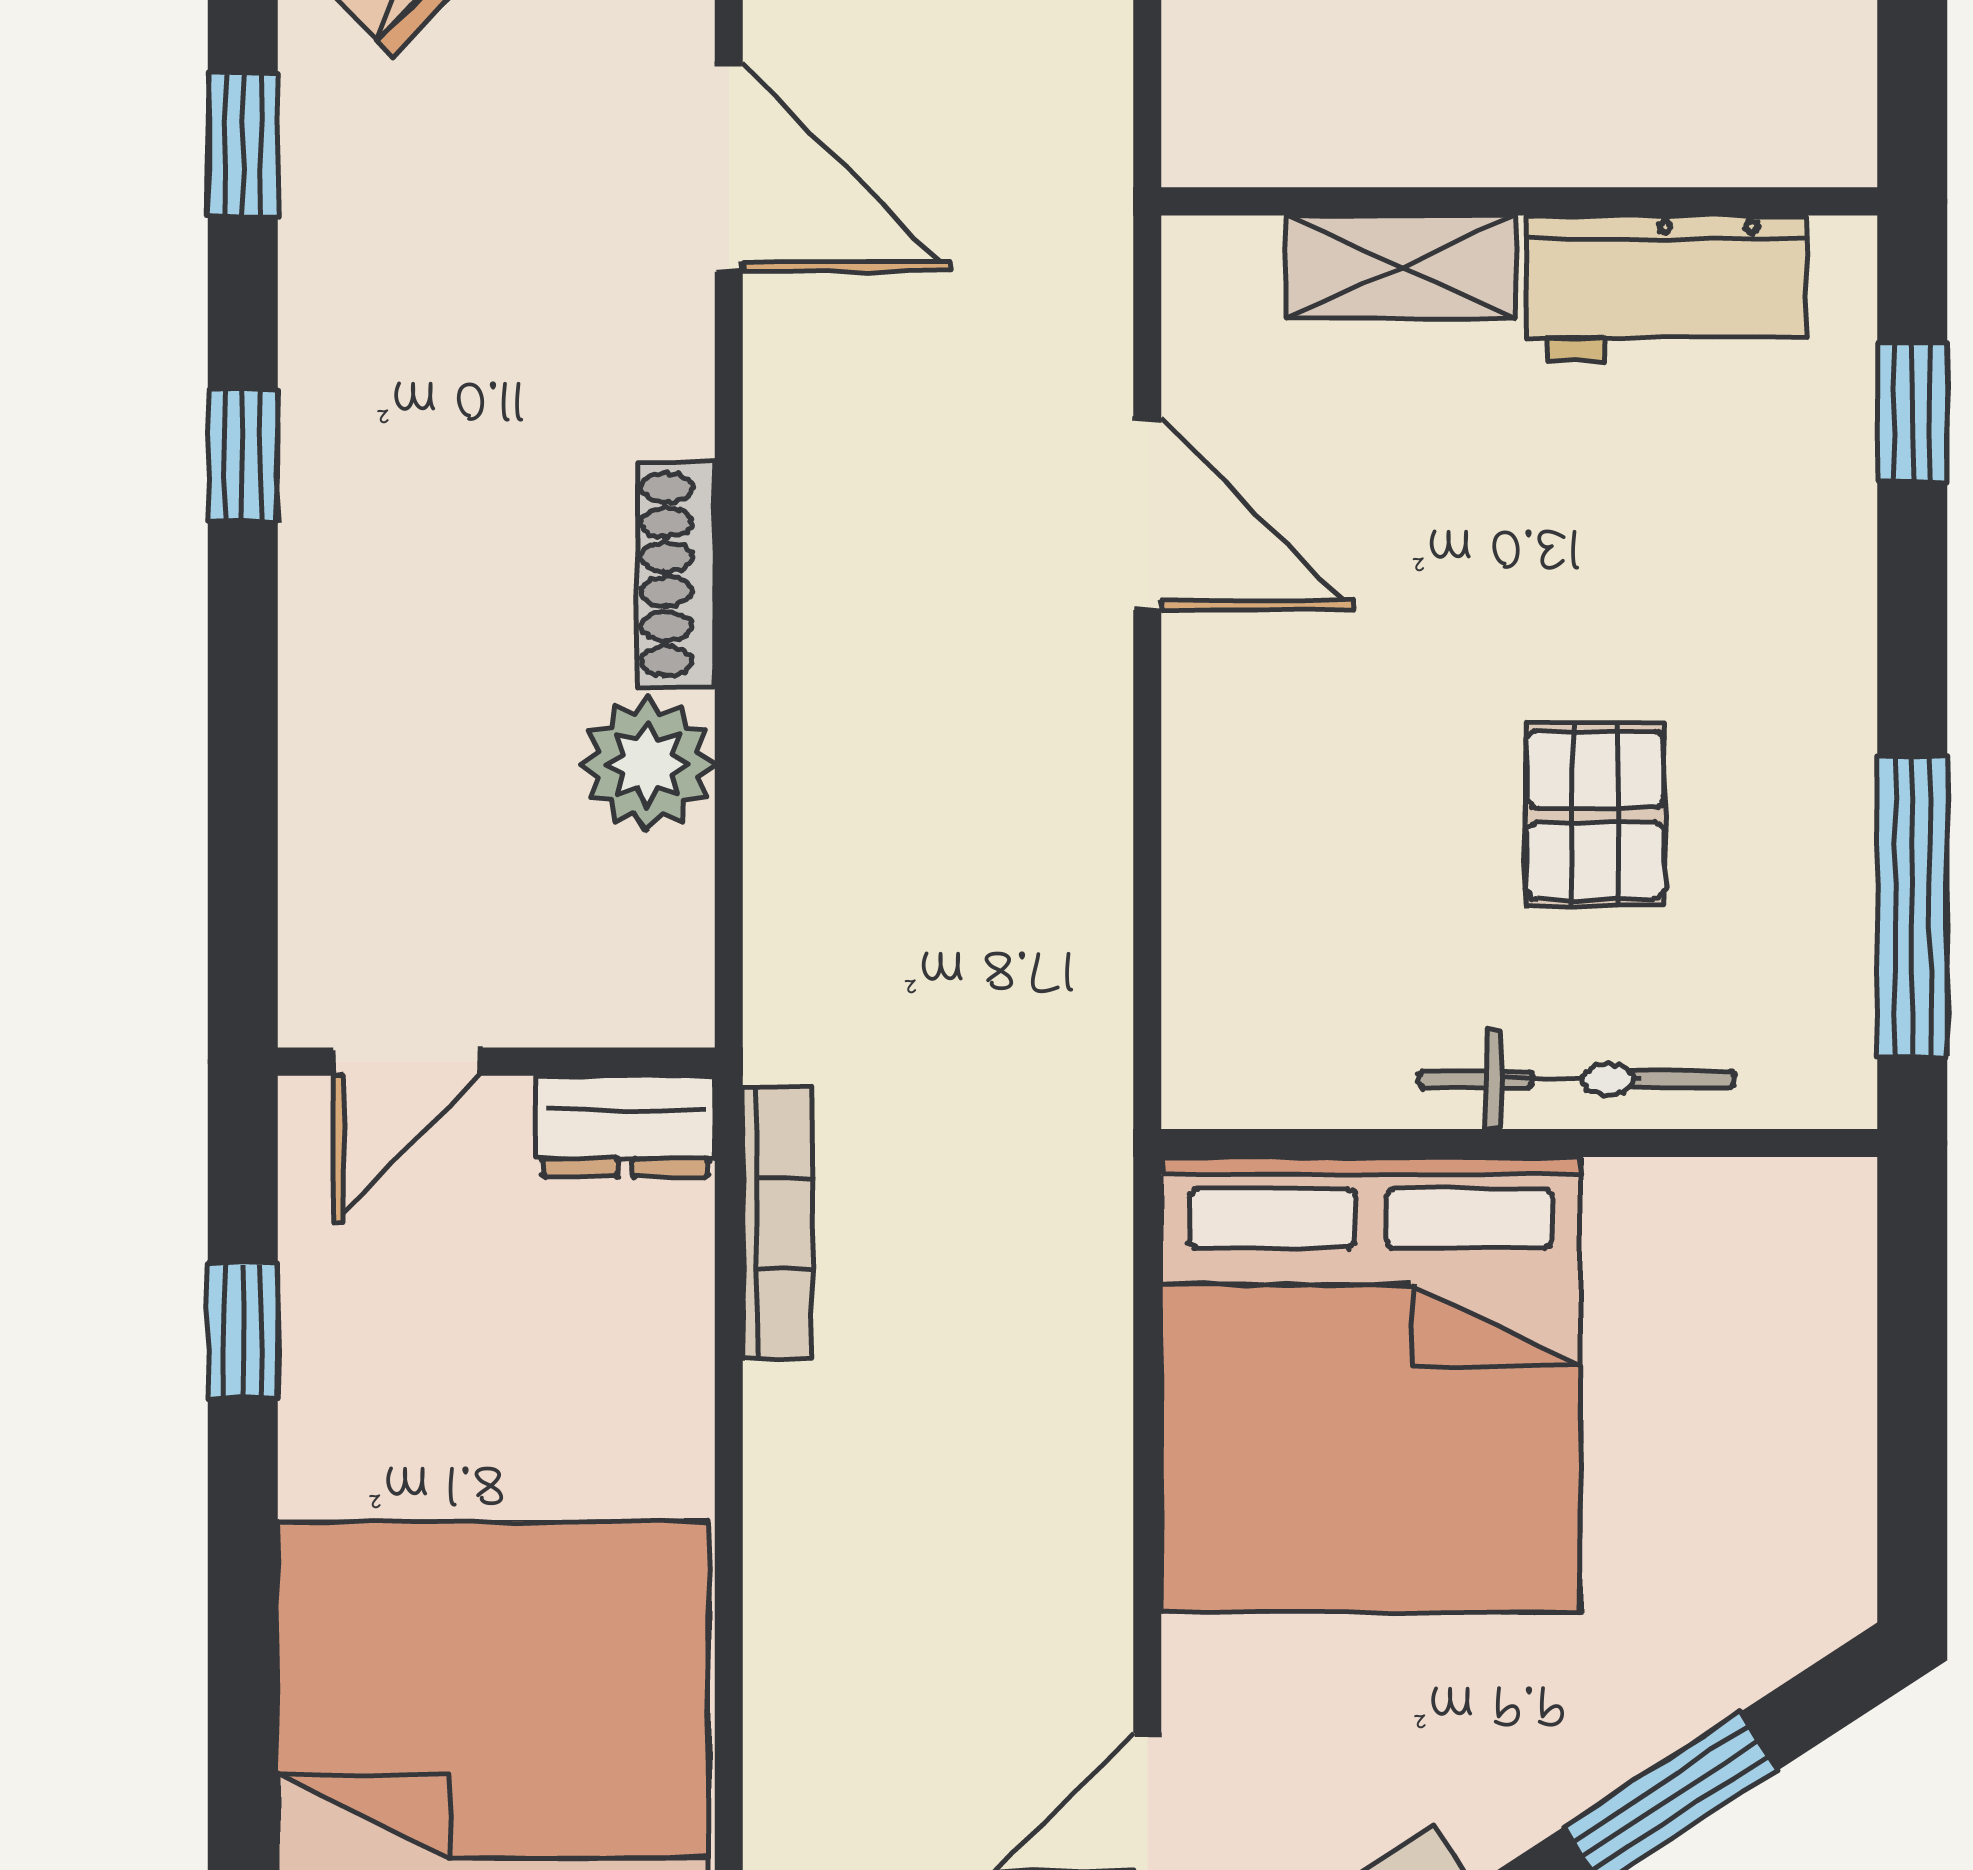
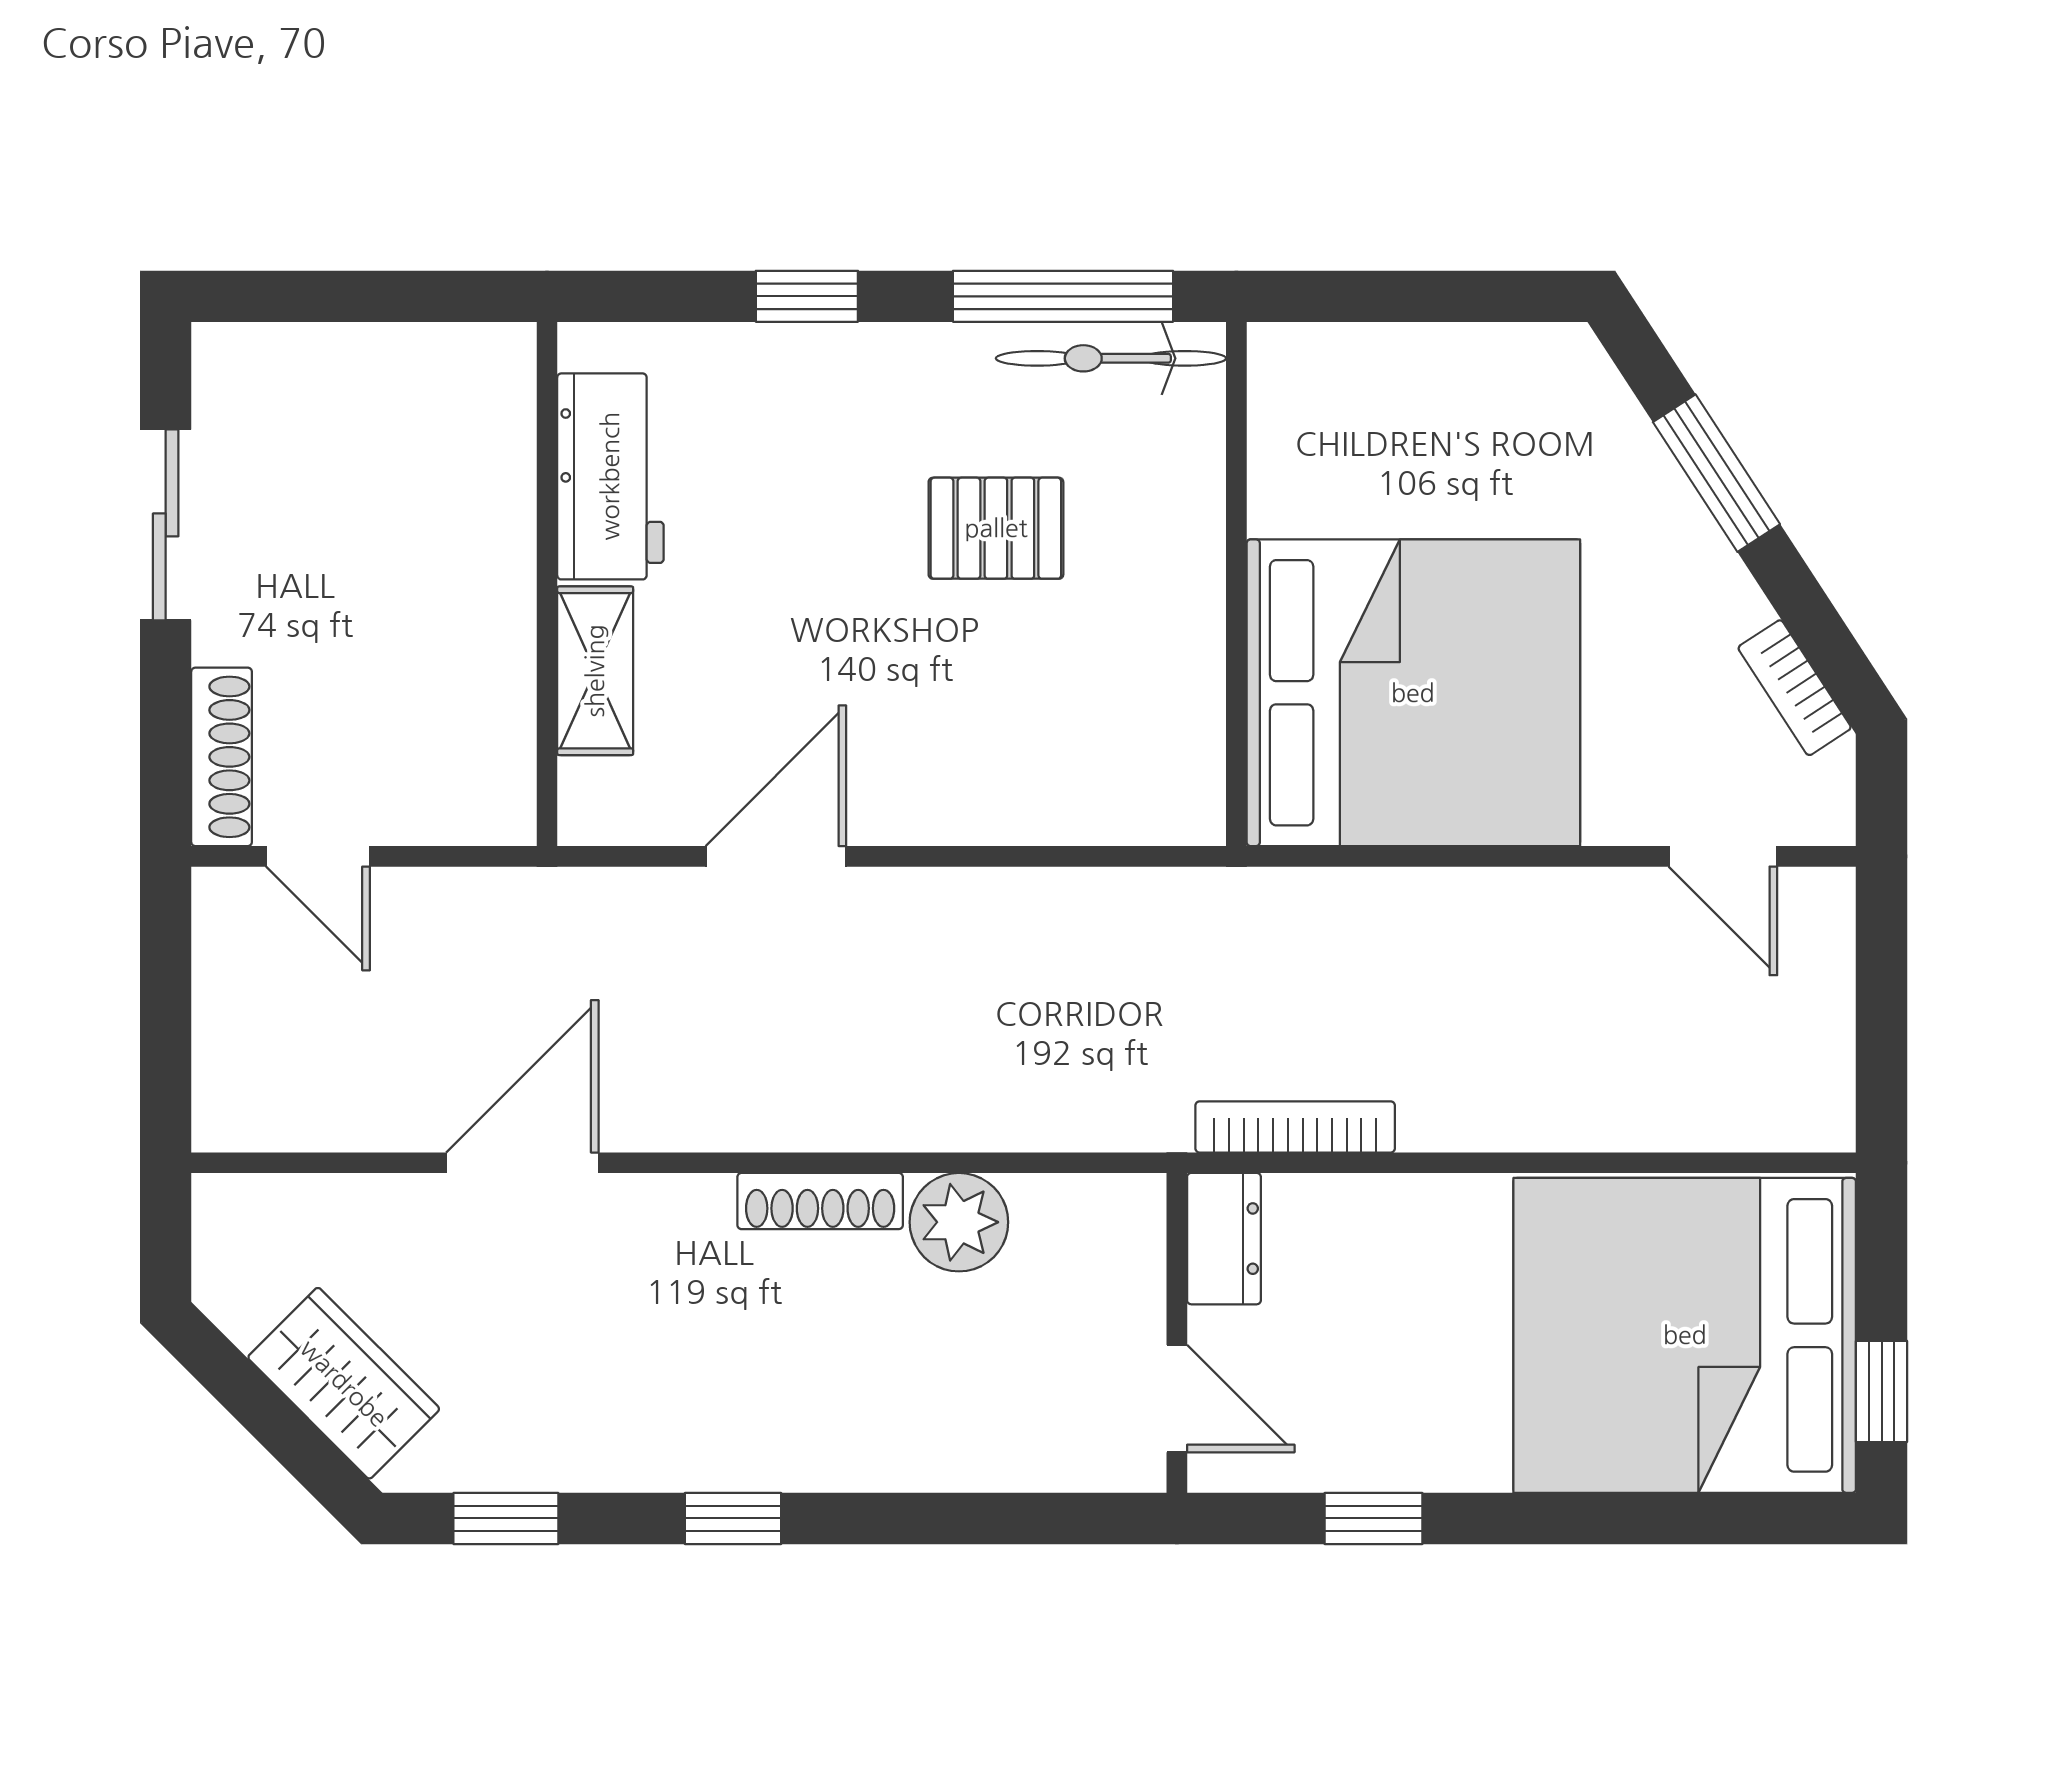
window: (1912, 411) -> (807, 296), moved
bicycle: (1576, 1079) -> (1111, 358), moved, turned -90

